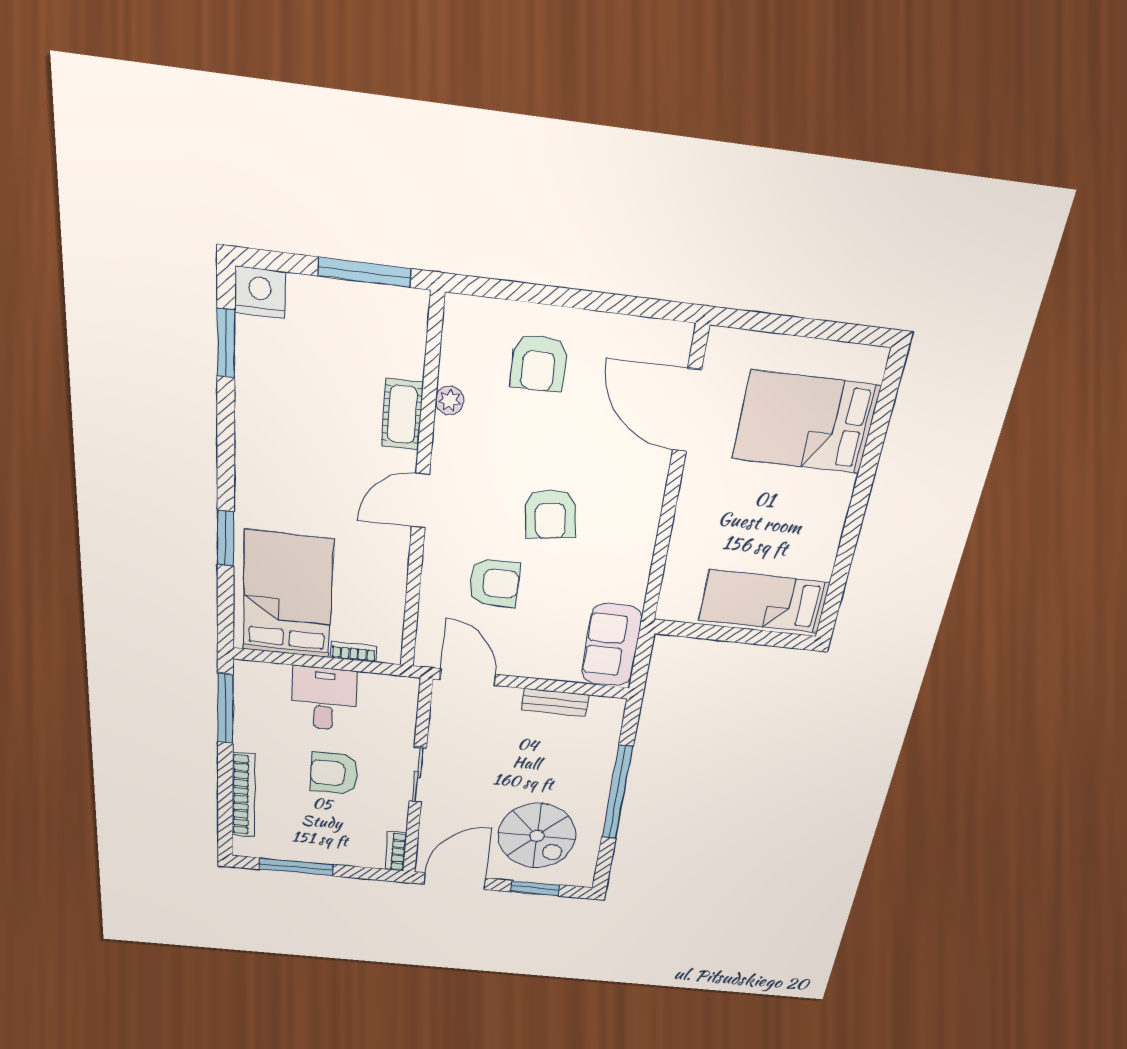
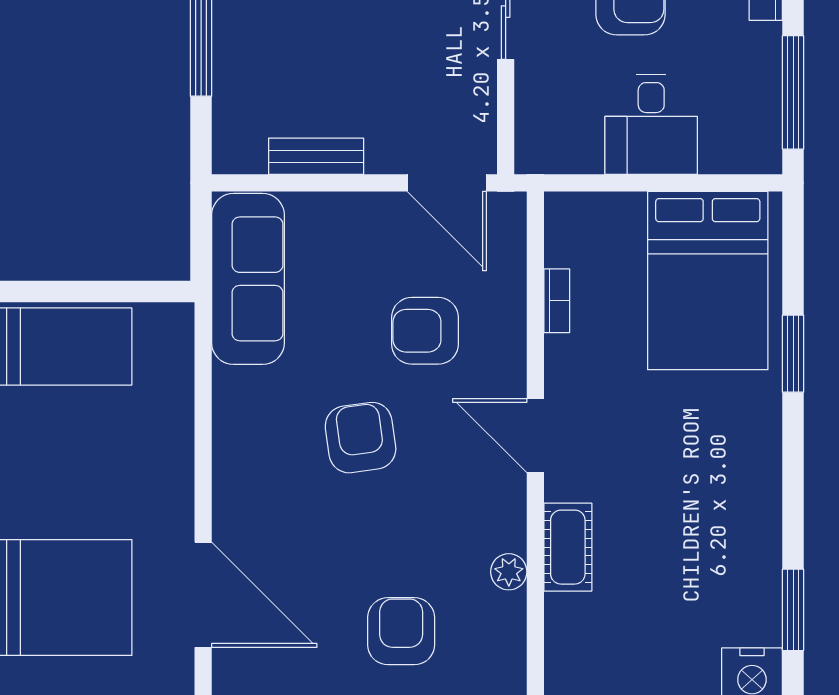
door: (420, 501) -> (535, 436), swing flipped
sofa: (612, 645) -> (248, 279), width x1.36
bookcase: (354, 652) -> (557, 301), moved, turned -90

